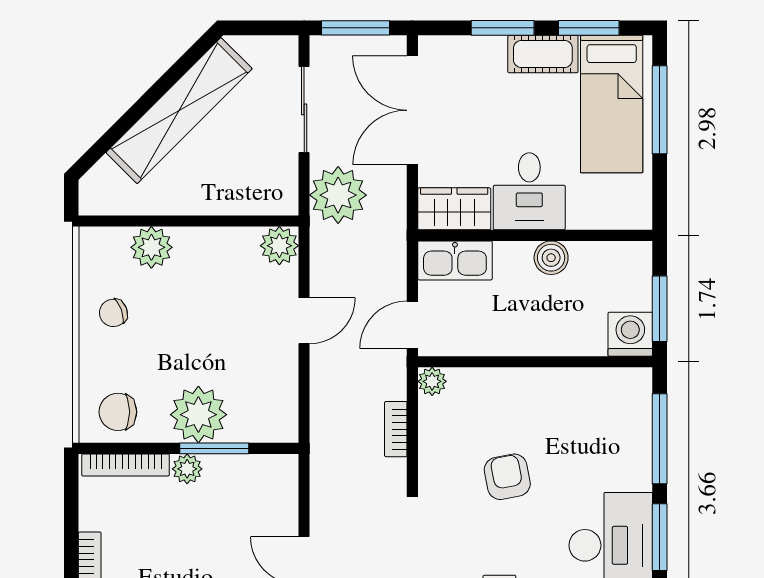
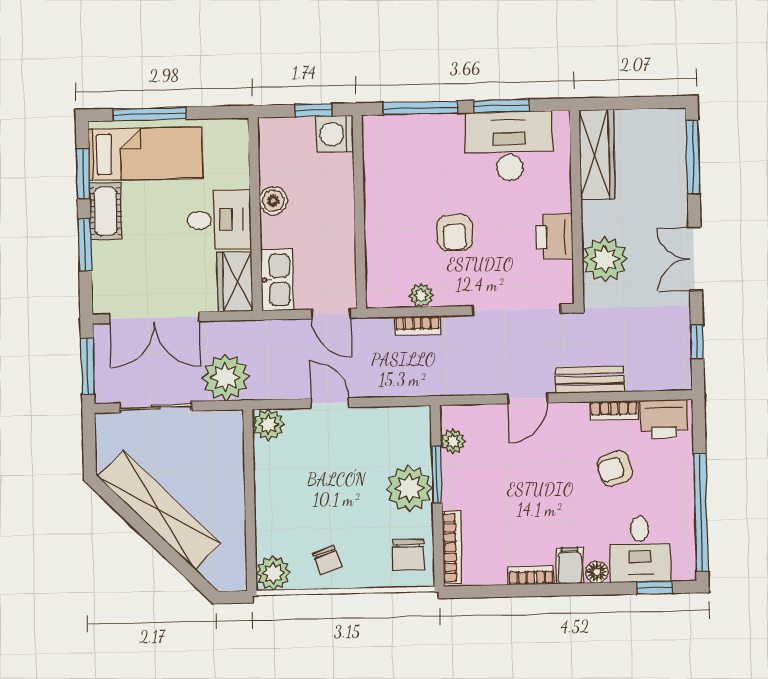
plant: (151, 247) -> (273, 573), moved
window: (660, 309) -> (313, 110), width x0.67
plant: (432, 381) -> (421, 295), moved
plant: (187, 469) -> (453, 441), moved
armchair: (507, 477) -> (455, 233), turned -79

